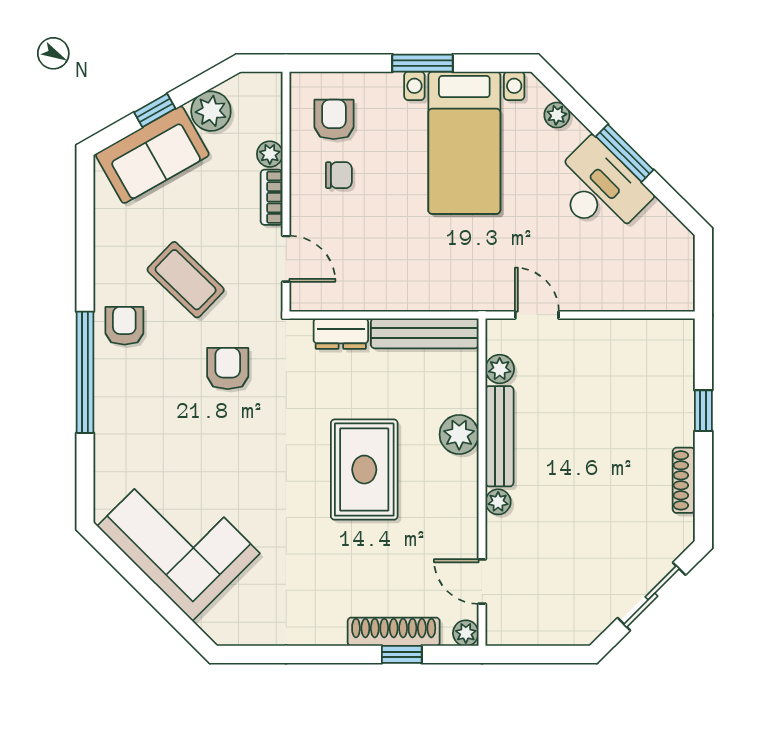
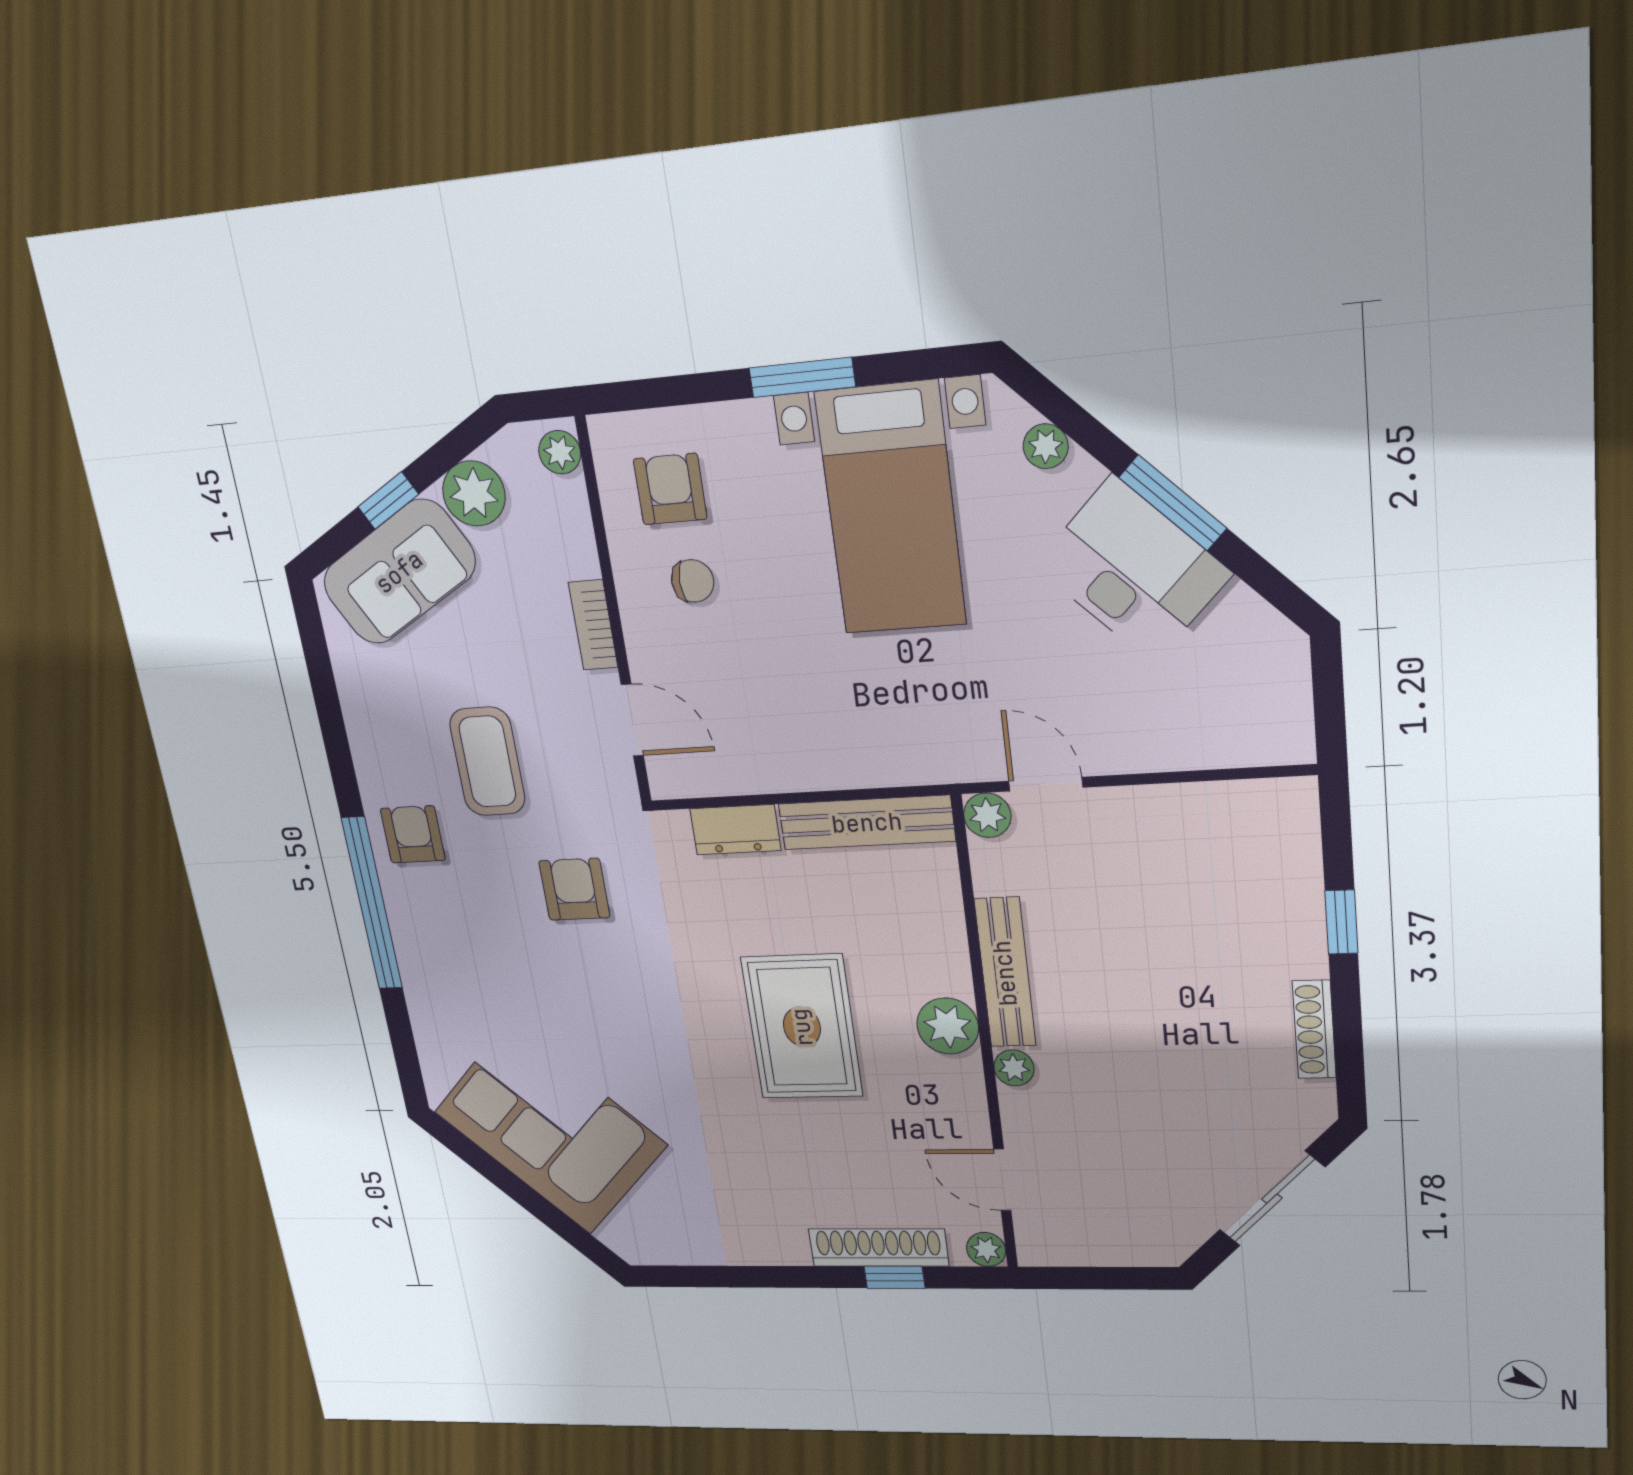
plant: (270, 154) -> (560, 452), moved
coffee table: (186, 280) -> (487, 762), turned 46
plant: (500, 369) -> (987, 815), moved
plant: (459, 434) -> (948, 1026), moved

